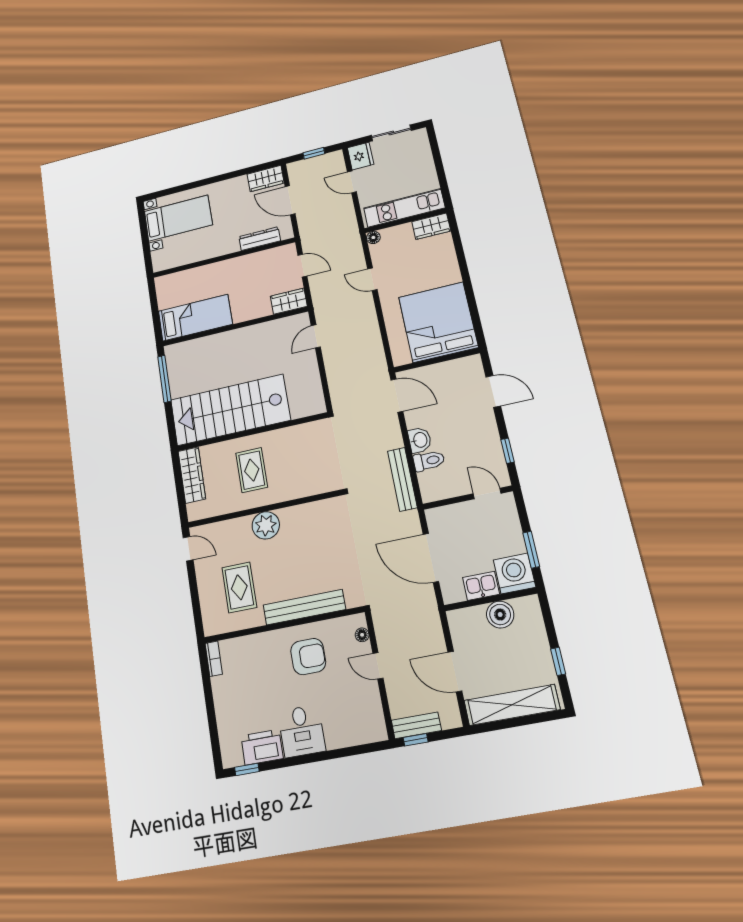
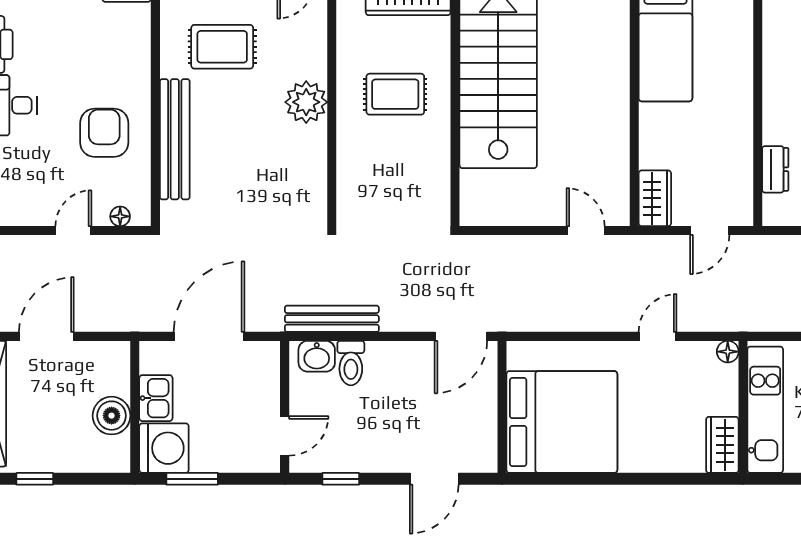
dresser: (260, 239) -> (775, 169), width x0.70
washbasin: (420, 440) -> (317, 356), moved
armchair: (308, 657) -> (104, 133), turned 180

